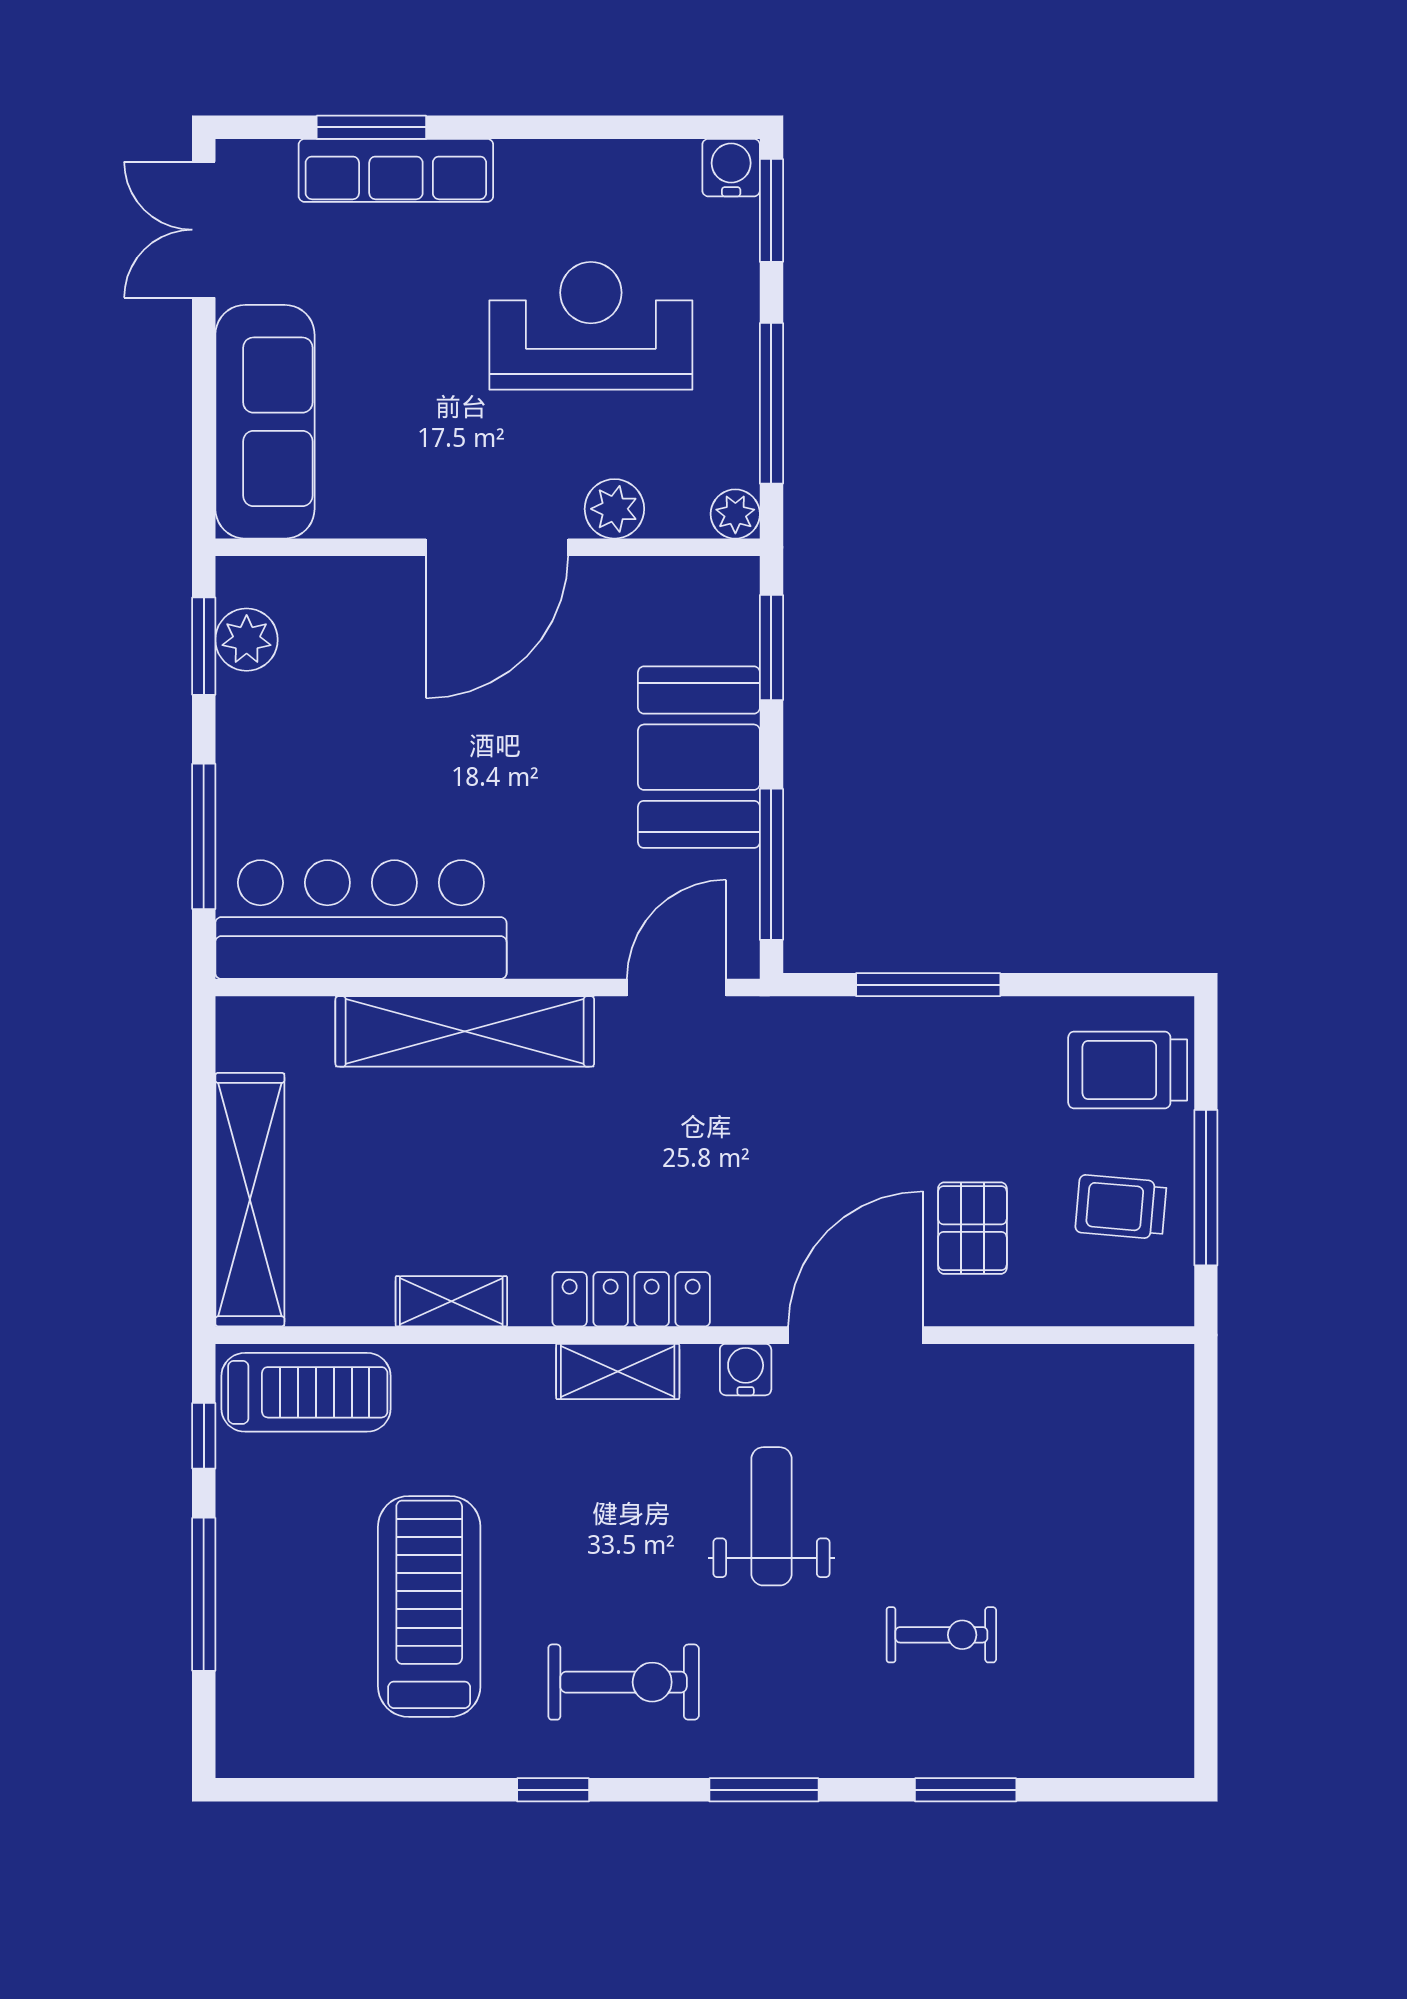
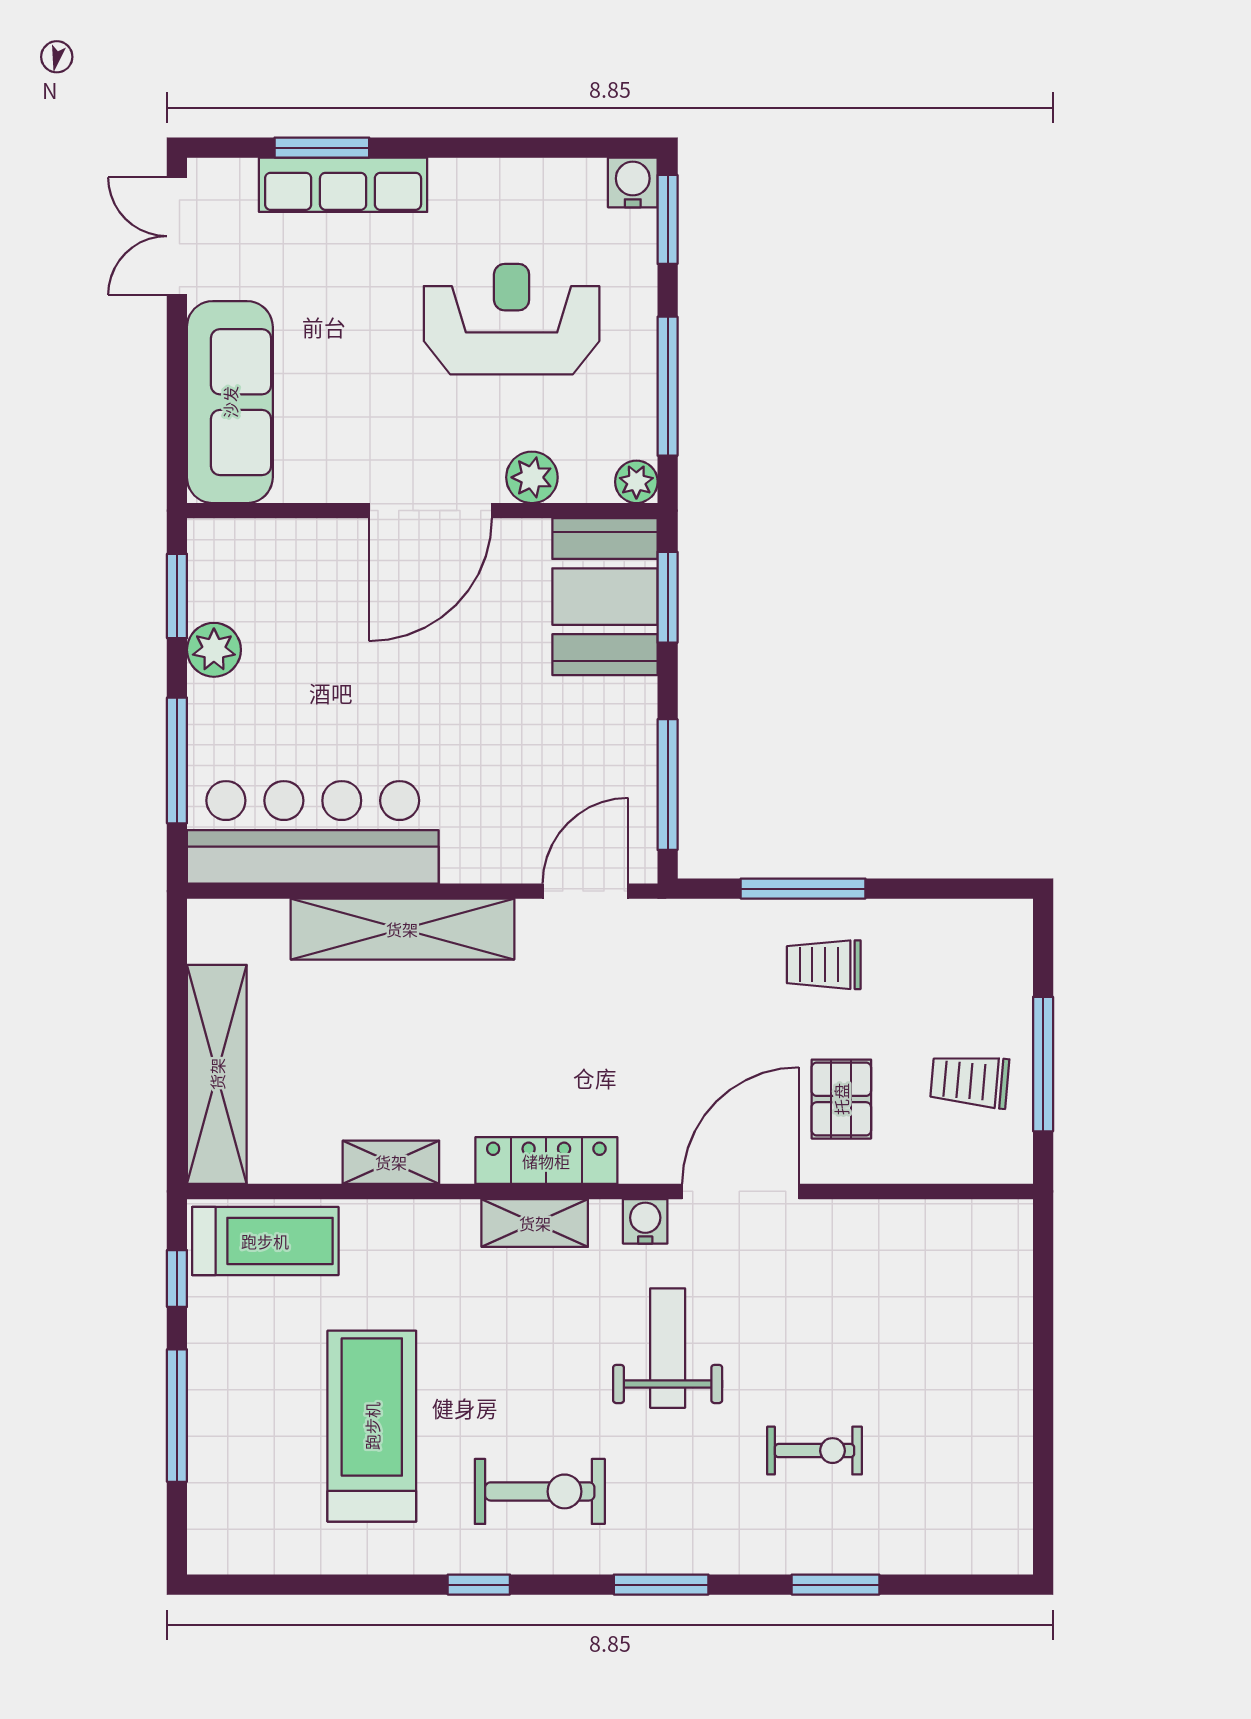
plant: (247, 640) -> (214, 650), moved
booth: (699, 757) -> (605, 597), moved
trolley: (1128, 1070) -> (824, 965), moved, width x0.73, depth x0.72

